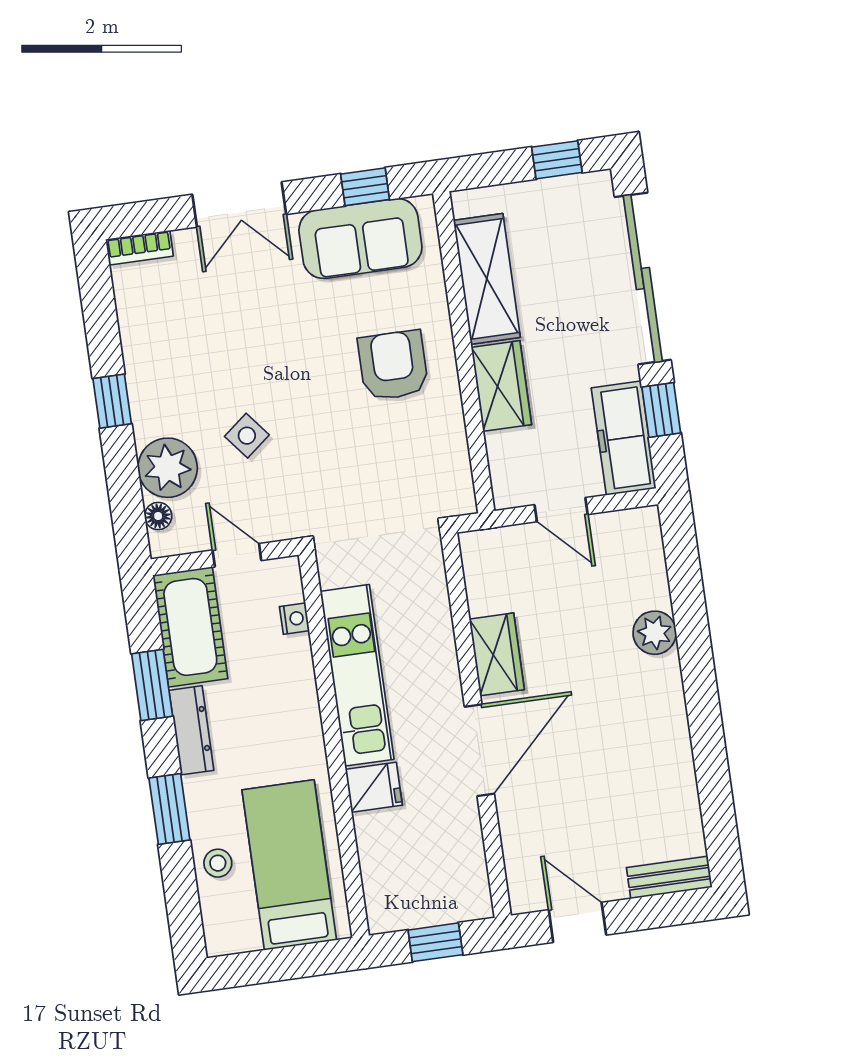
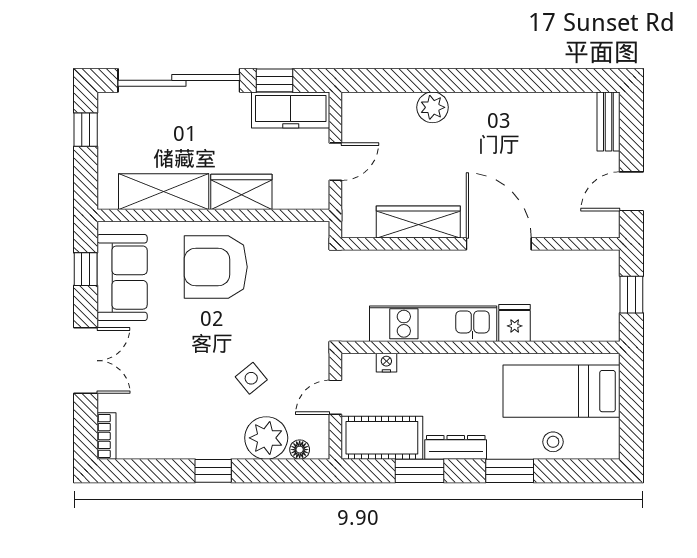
armchair: (393, 365) -> (216, 267), width x1.36, depth x1.36
wardrobe: (497, 654) -> (418, 222), width x1.50

